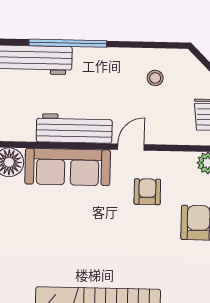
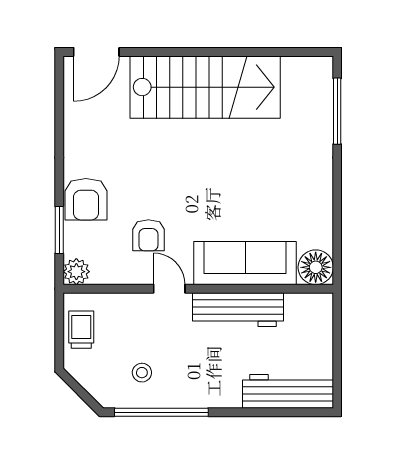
window: (68, 43) -> (161, 412), moved
door: (131, 147) -> (169, 289), swing flipped

